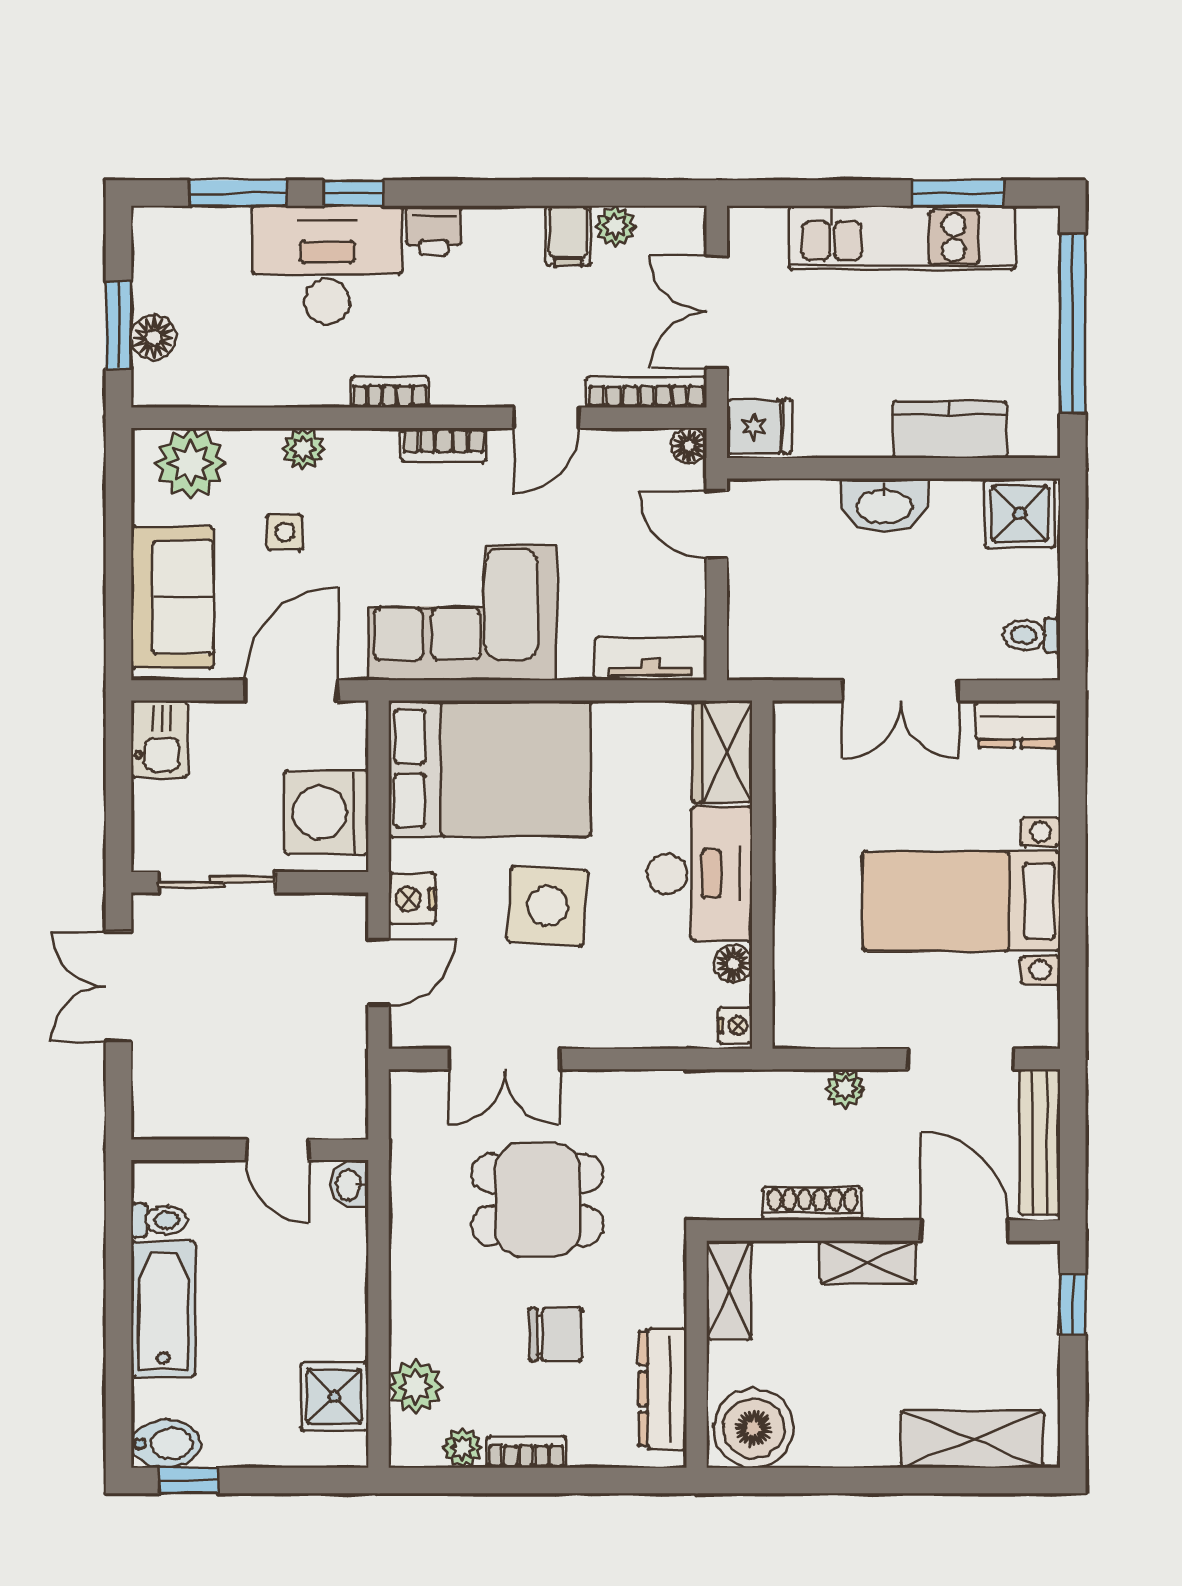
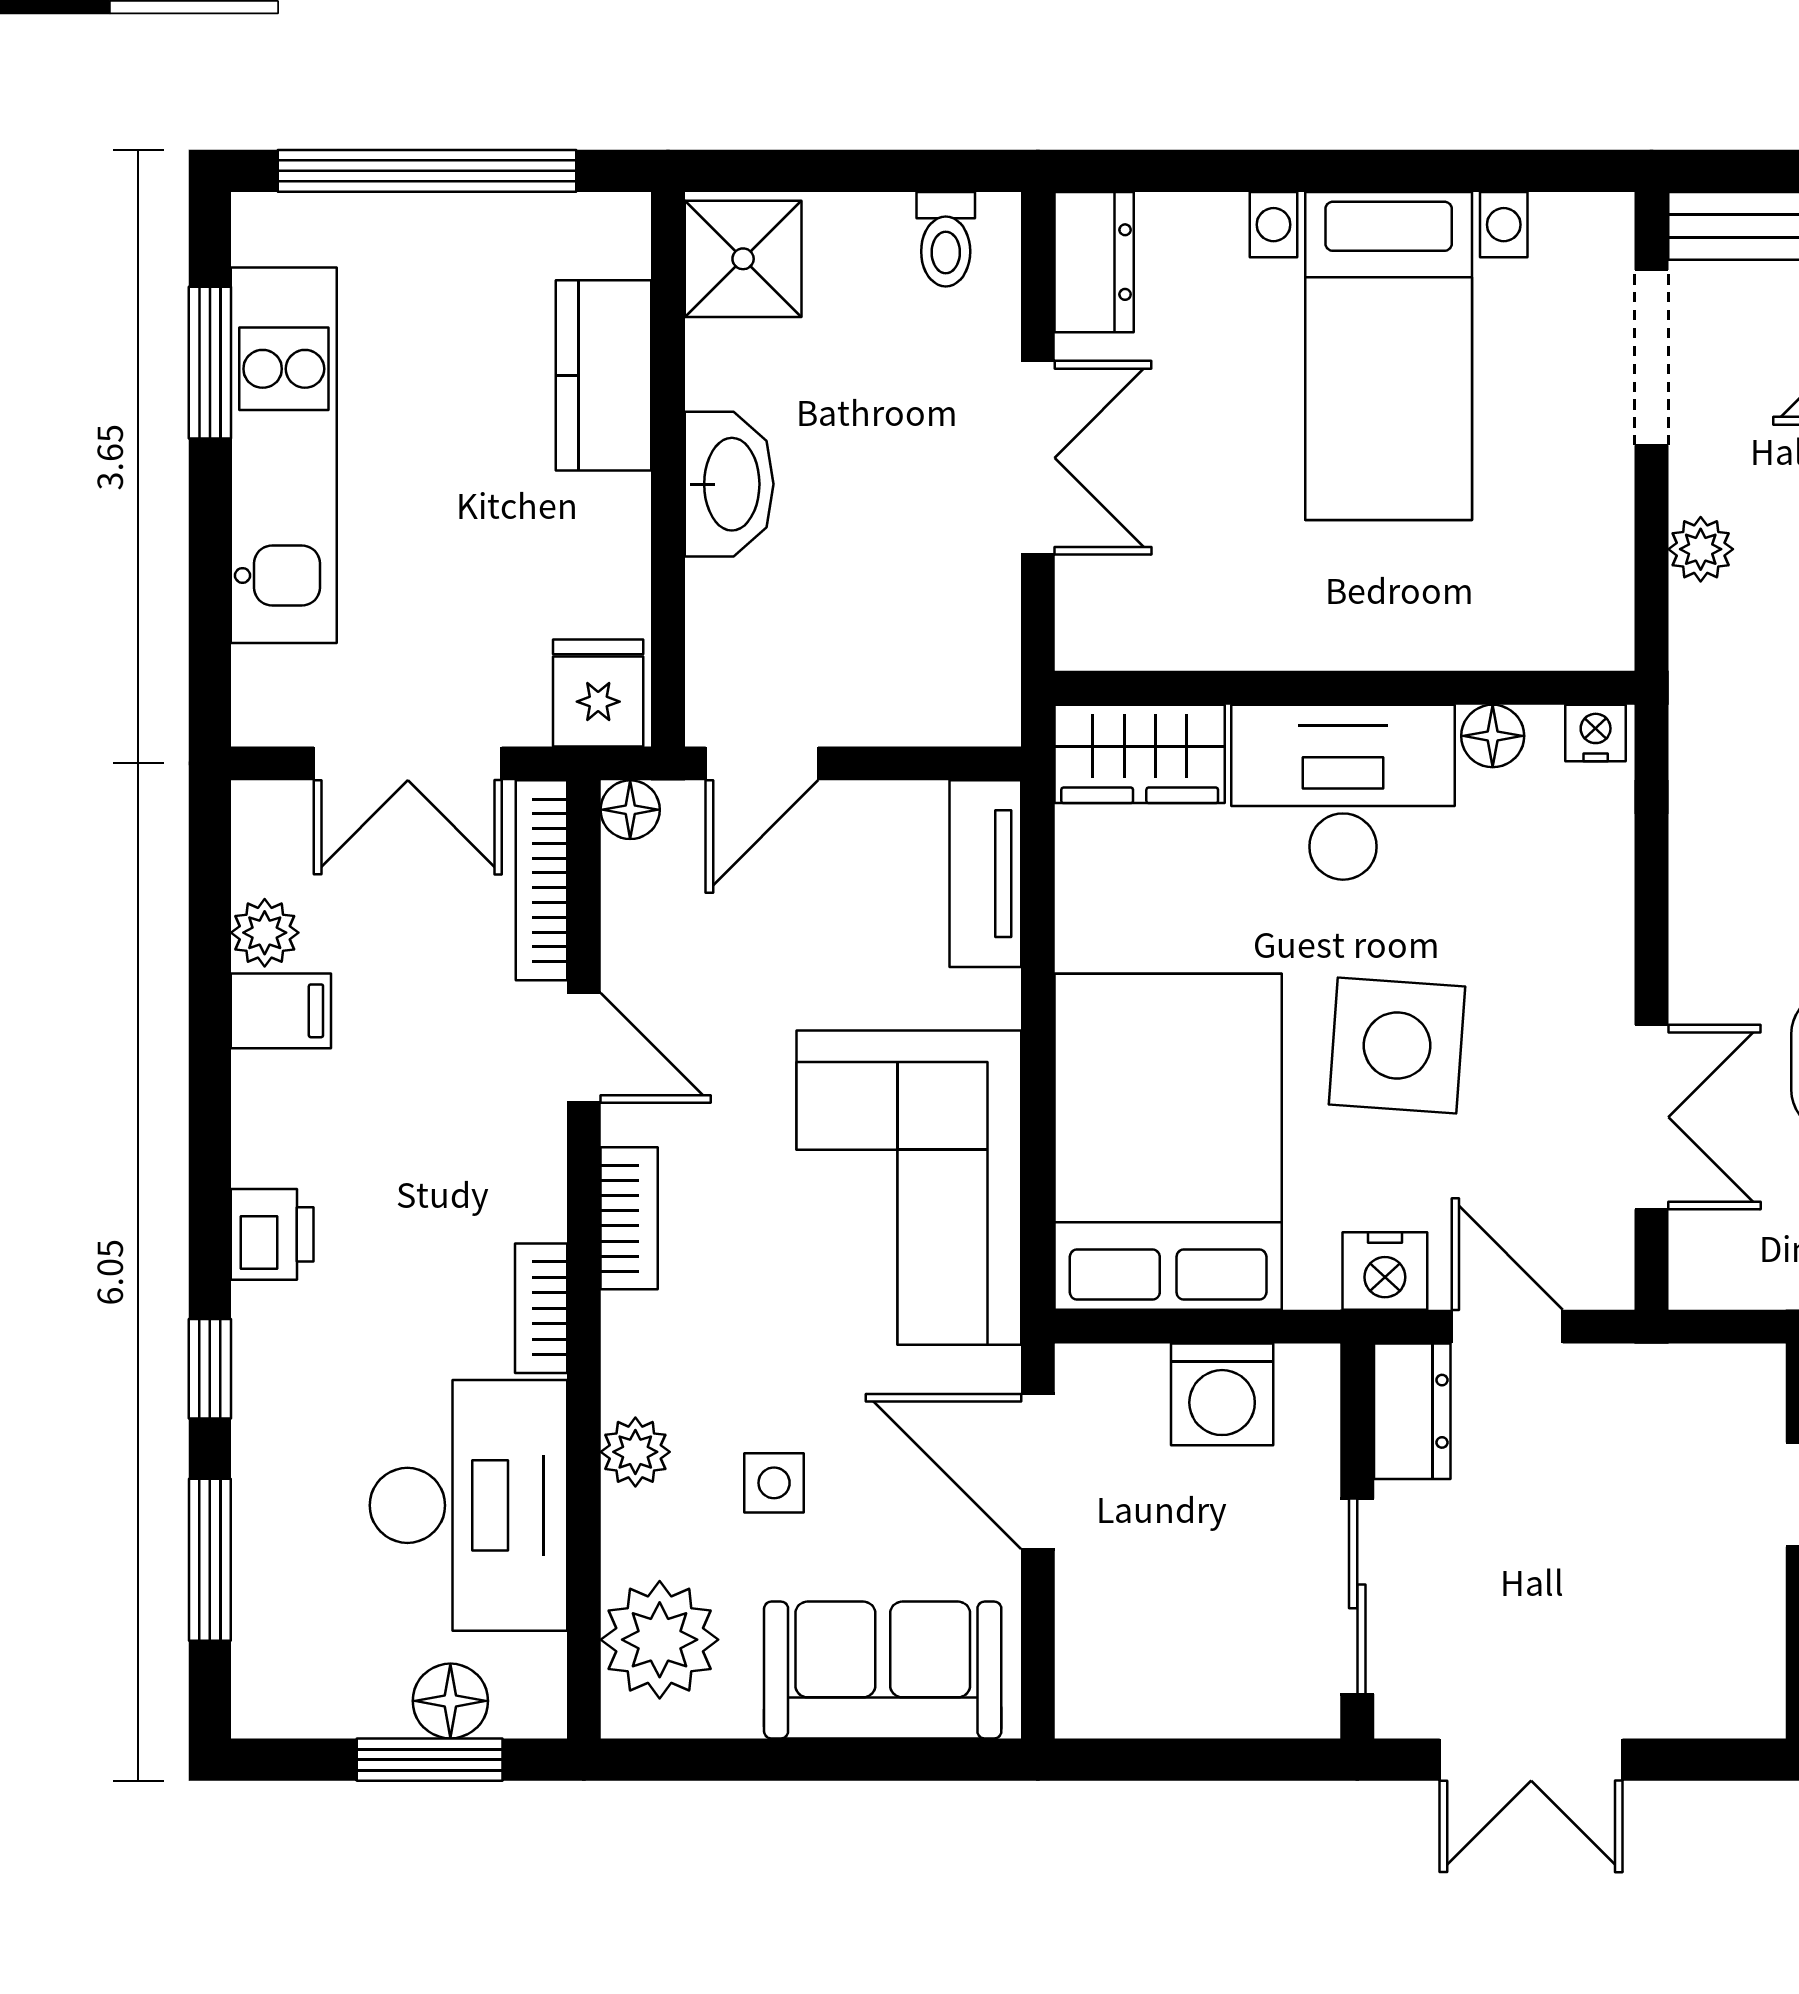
desk: (327, 265) -> (468, 1505), moved, turned 180
kitchen sink: (159, 739) -> (1119, 1692), removed
washing machine: (326, 812) -> (1222, 1394), width x0.73, depth x0.73
dresser: (328, 915) -> (1412, 1411), added

